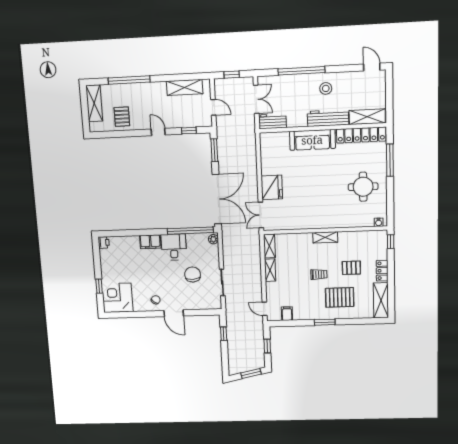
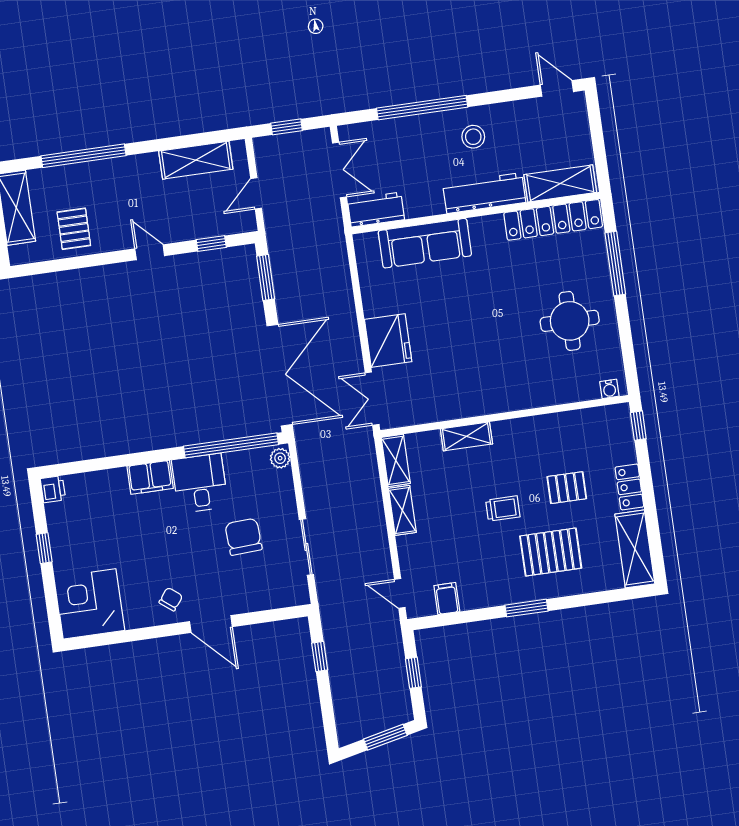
door: (213, 107) -> (256, 193), swing flipped
sofa: (312, 140) -> (425, 243), moved
shelving: (325, 237) -> (466, 436), moved
window: (99, 286) -> (44, 548), moved

